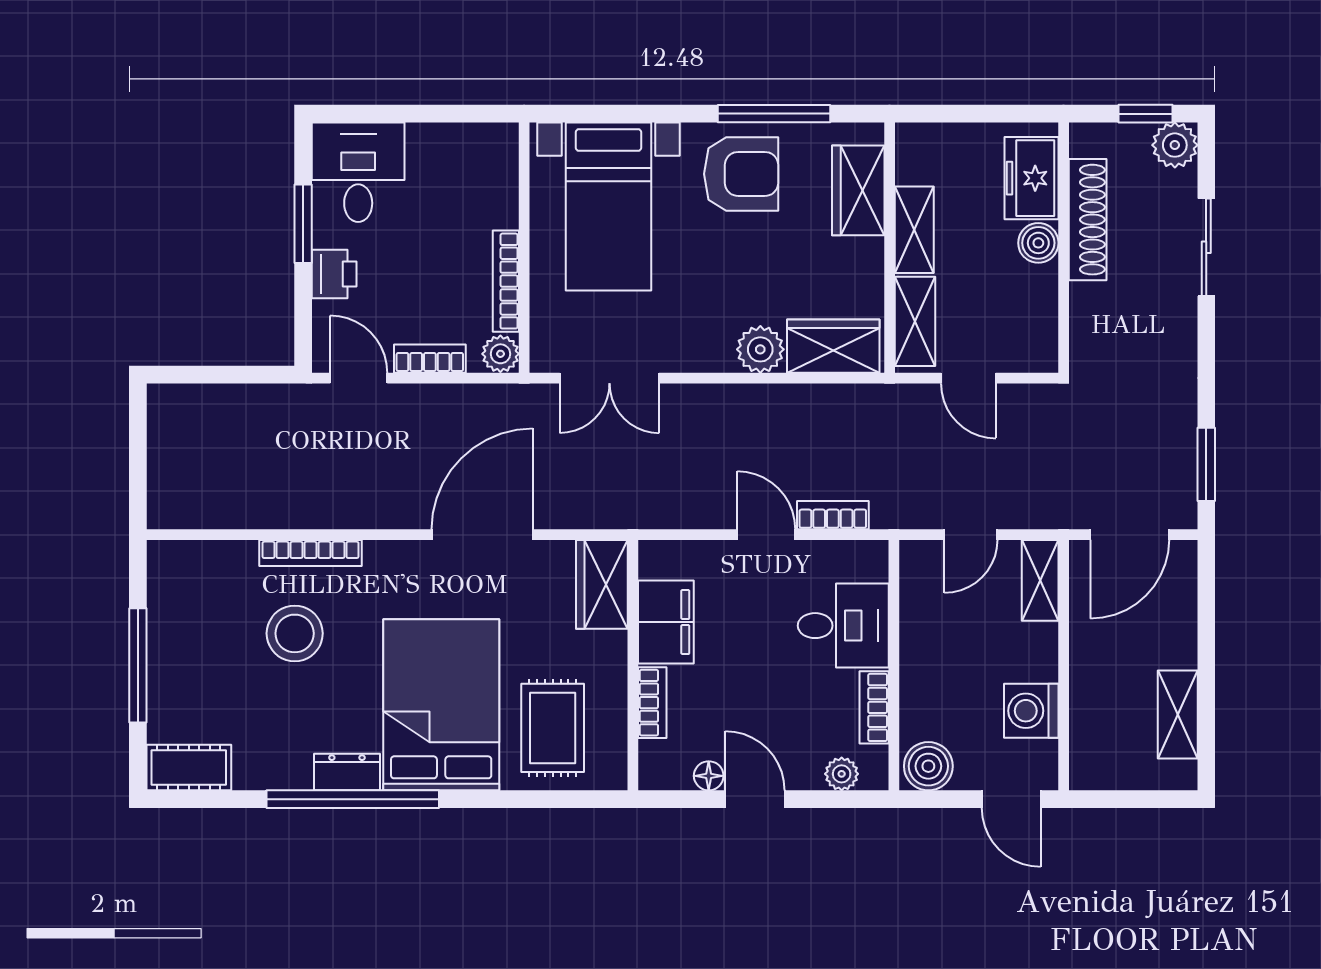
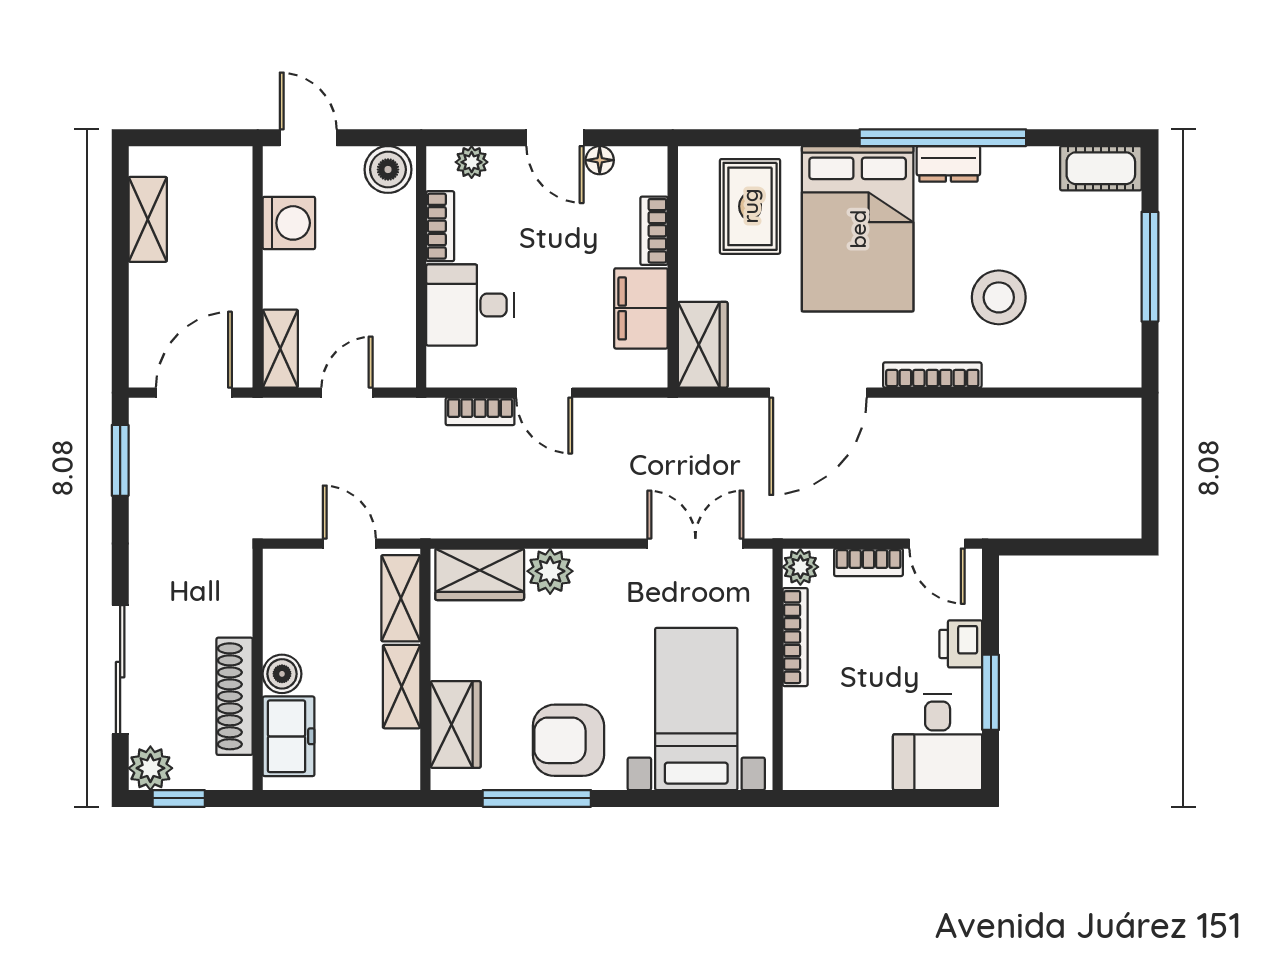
sliding door: (1206, 247) -> (120, 670), width x1.37
bookcase: (311, 553) -> (932, 375), moved

